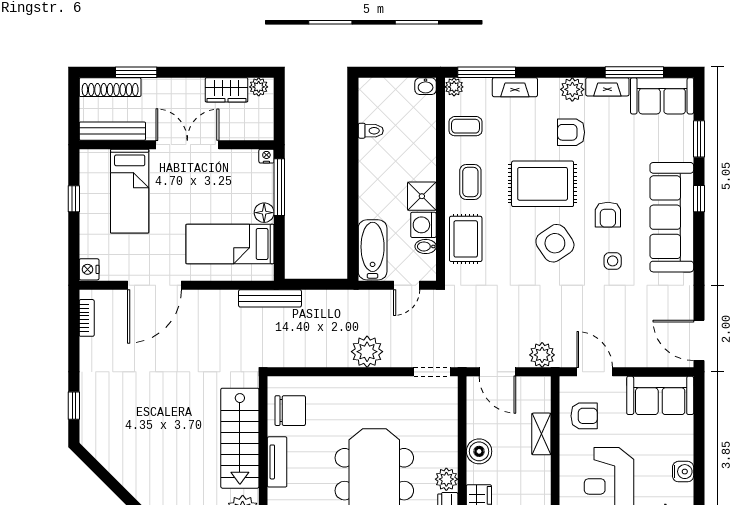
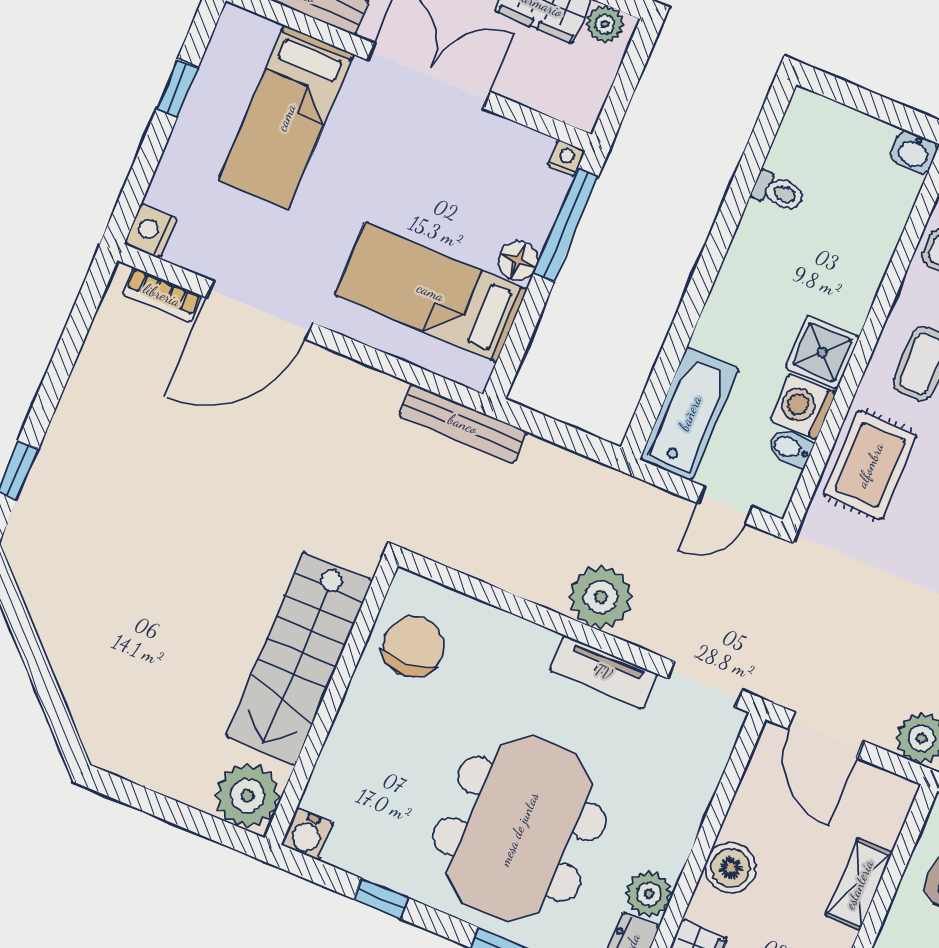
bookcase: (87, 318) -> (162, 295), moved, turned 90
chair: (290, 411) -> (413, 646), turned -93
tv unit: (277, 462) -> (604, 672), moved, turned 90

